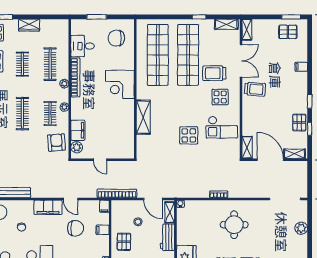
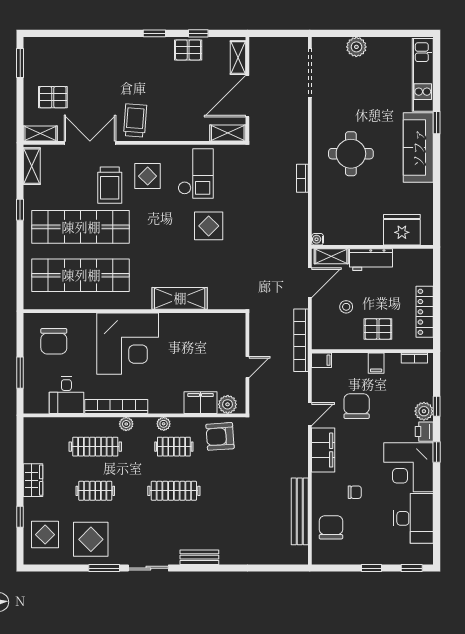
pallet: (288, 32) -> (53, 97), moved, turned 90
filing cabinet: (301, 67) -> (99, 47), removed
corner desk: (120, 84) -> (128, 344), width x1.36, depth x1.36
filing cabinet: (103, 230) -> (376, 363), moved

